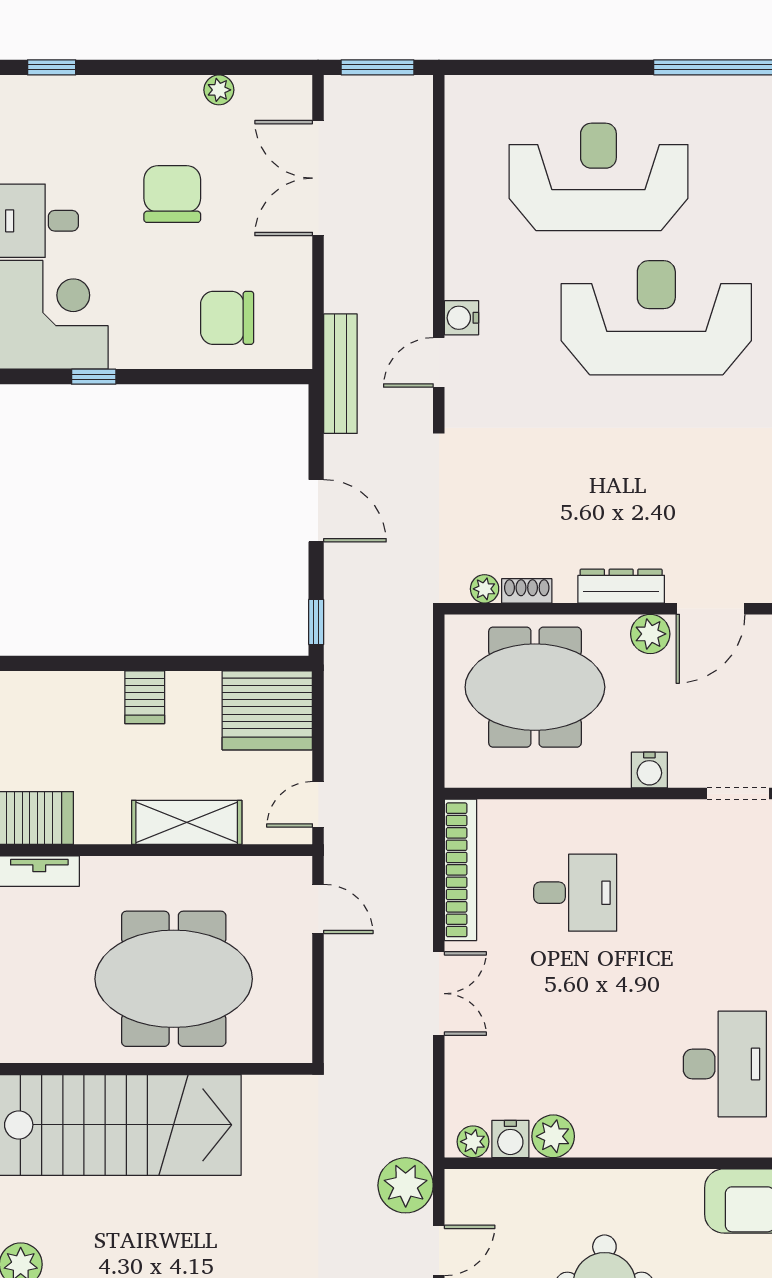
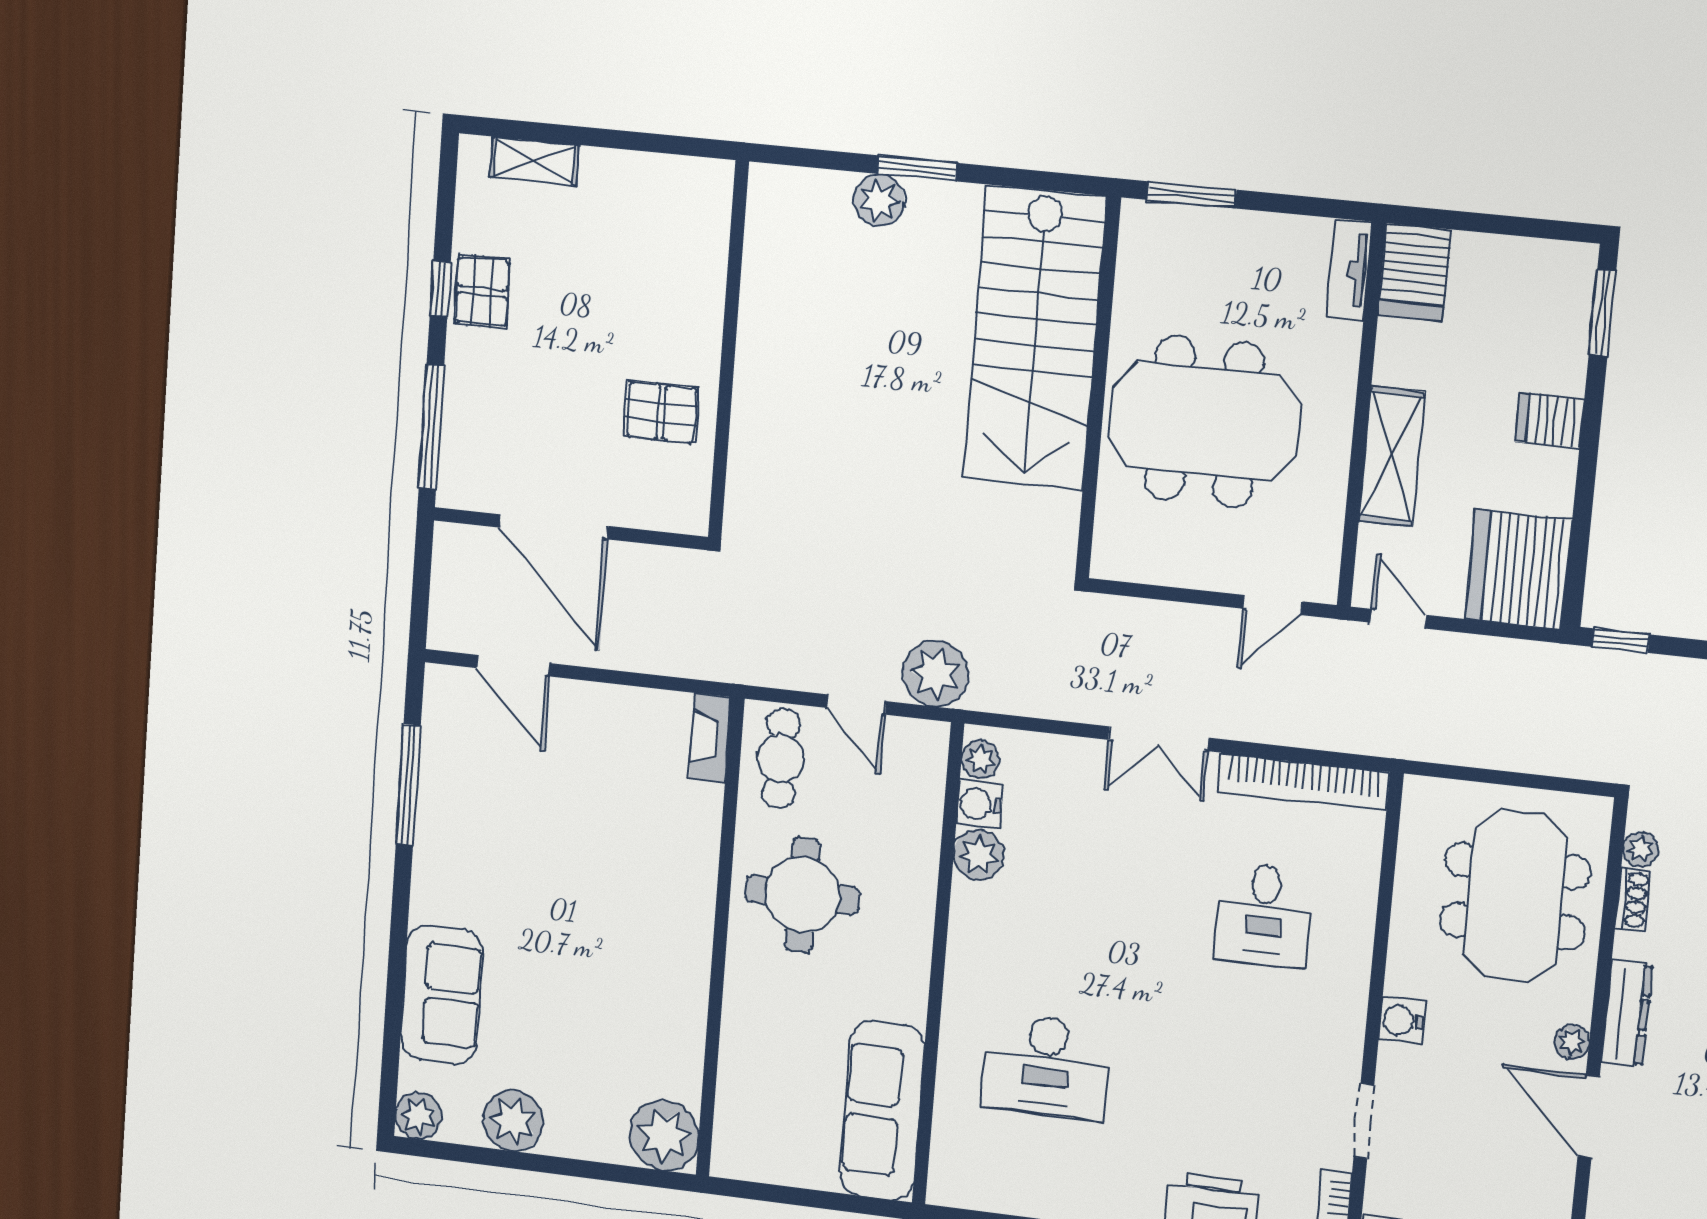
plant: (650, 634) -> (1572, 1042), width x0.73, depth x0.73
window: (54, 663) -> (1602, 313), added
meeting table: (174, 979) -> (1204, 421), turned 90

